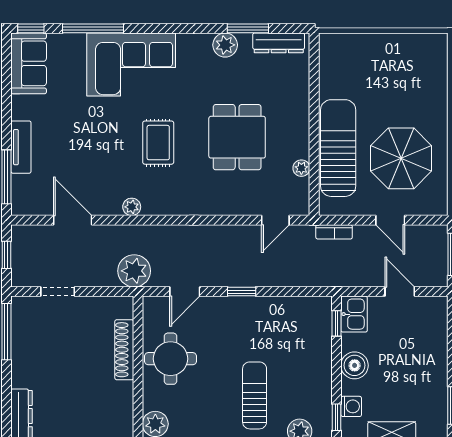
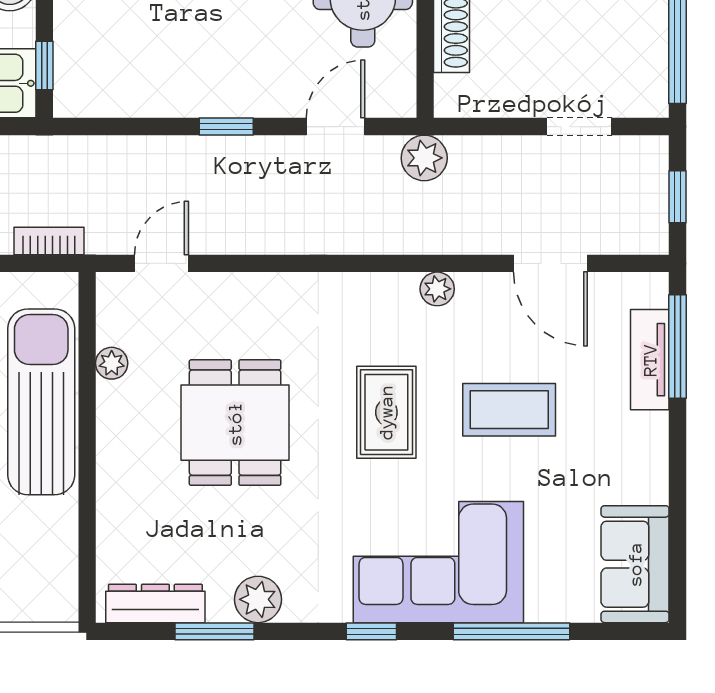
window: (31, 28) -> (371, 631), moved
coffee table: (94, 144) -> (509, 410), added
tv unit: (21, 147) -> (650, 360), moved
sun lounger: (338, 148) -> (41, 402), turned 180
plant: (134, 271) -> (424, 158), width x0.73, depth x0.73

